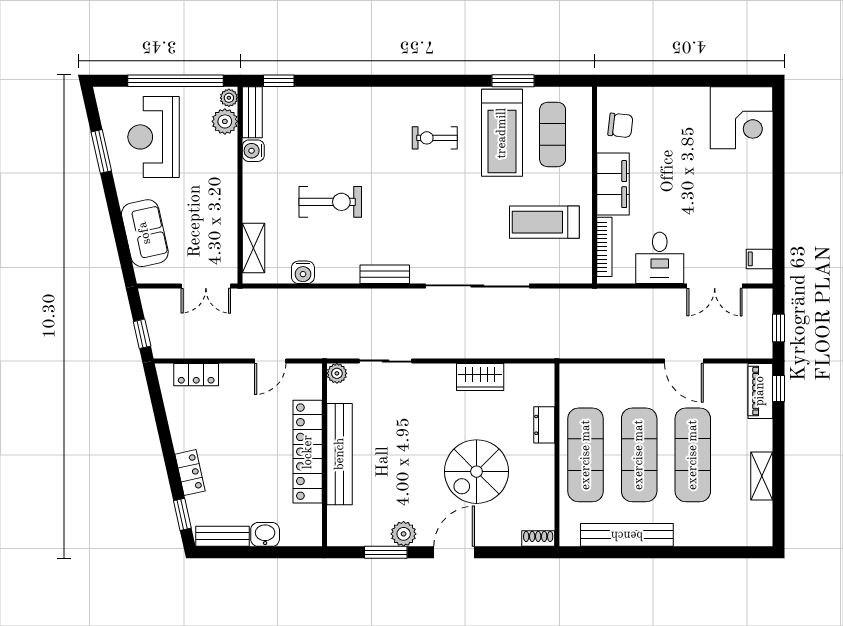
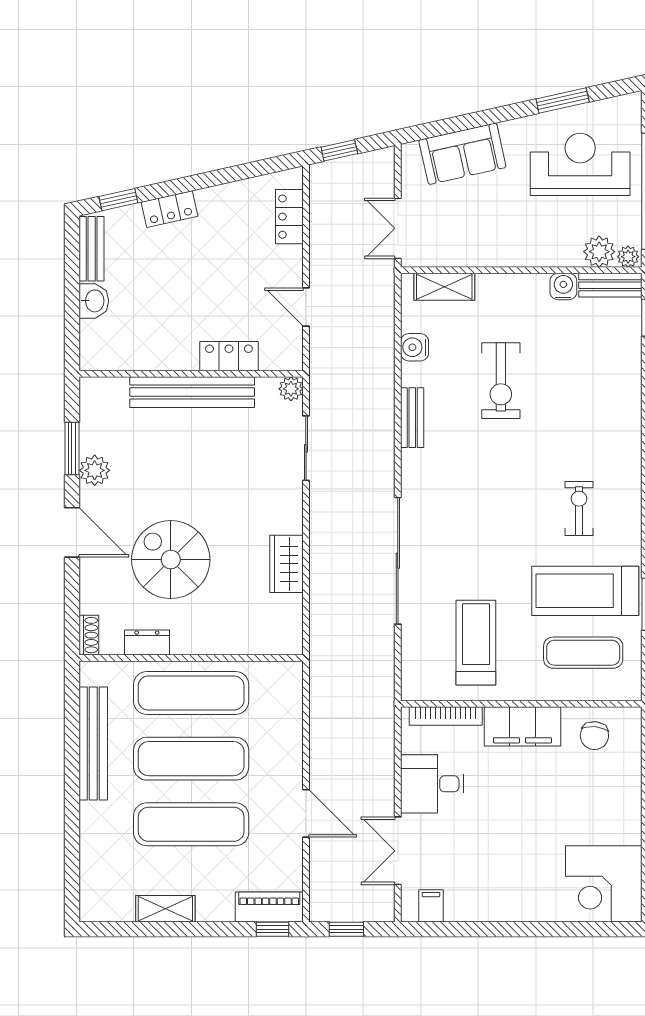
bench: (385, 274) -> (412, 418), moved
door: (684, 361) -> (306, 813), swing flipped
dresser: (544, 425) -> (147, 642), moved
locker: (308, 452) -> (229, 356), width x0.46, depth x0.83

